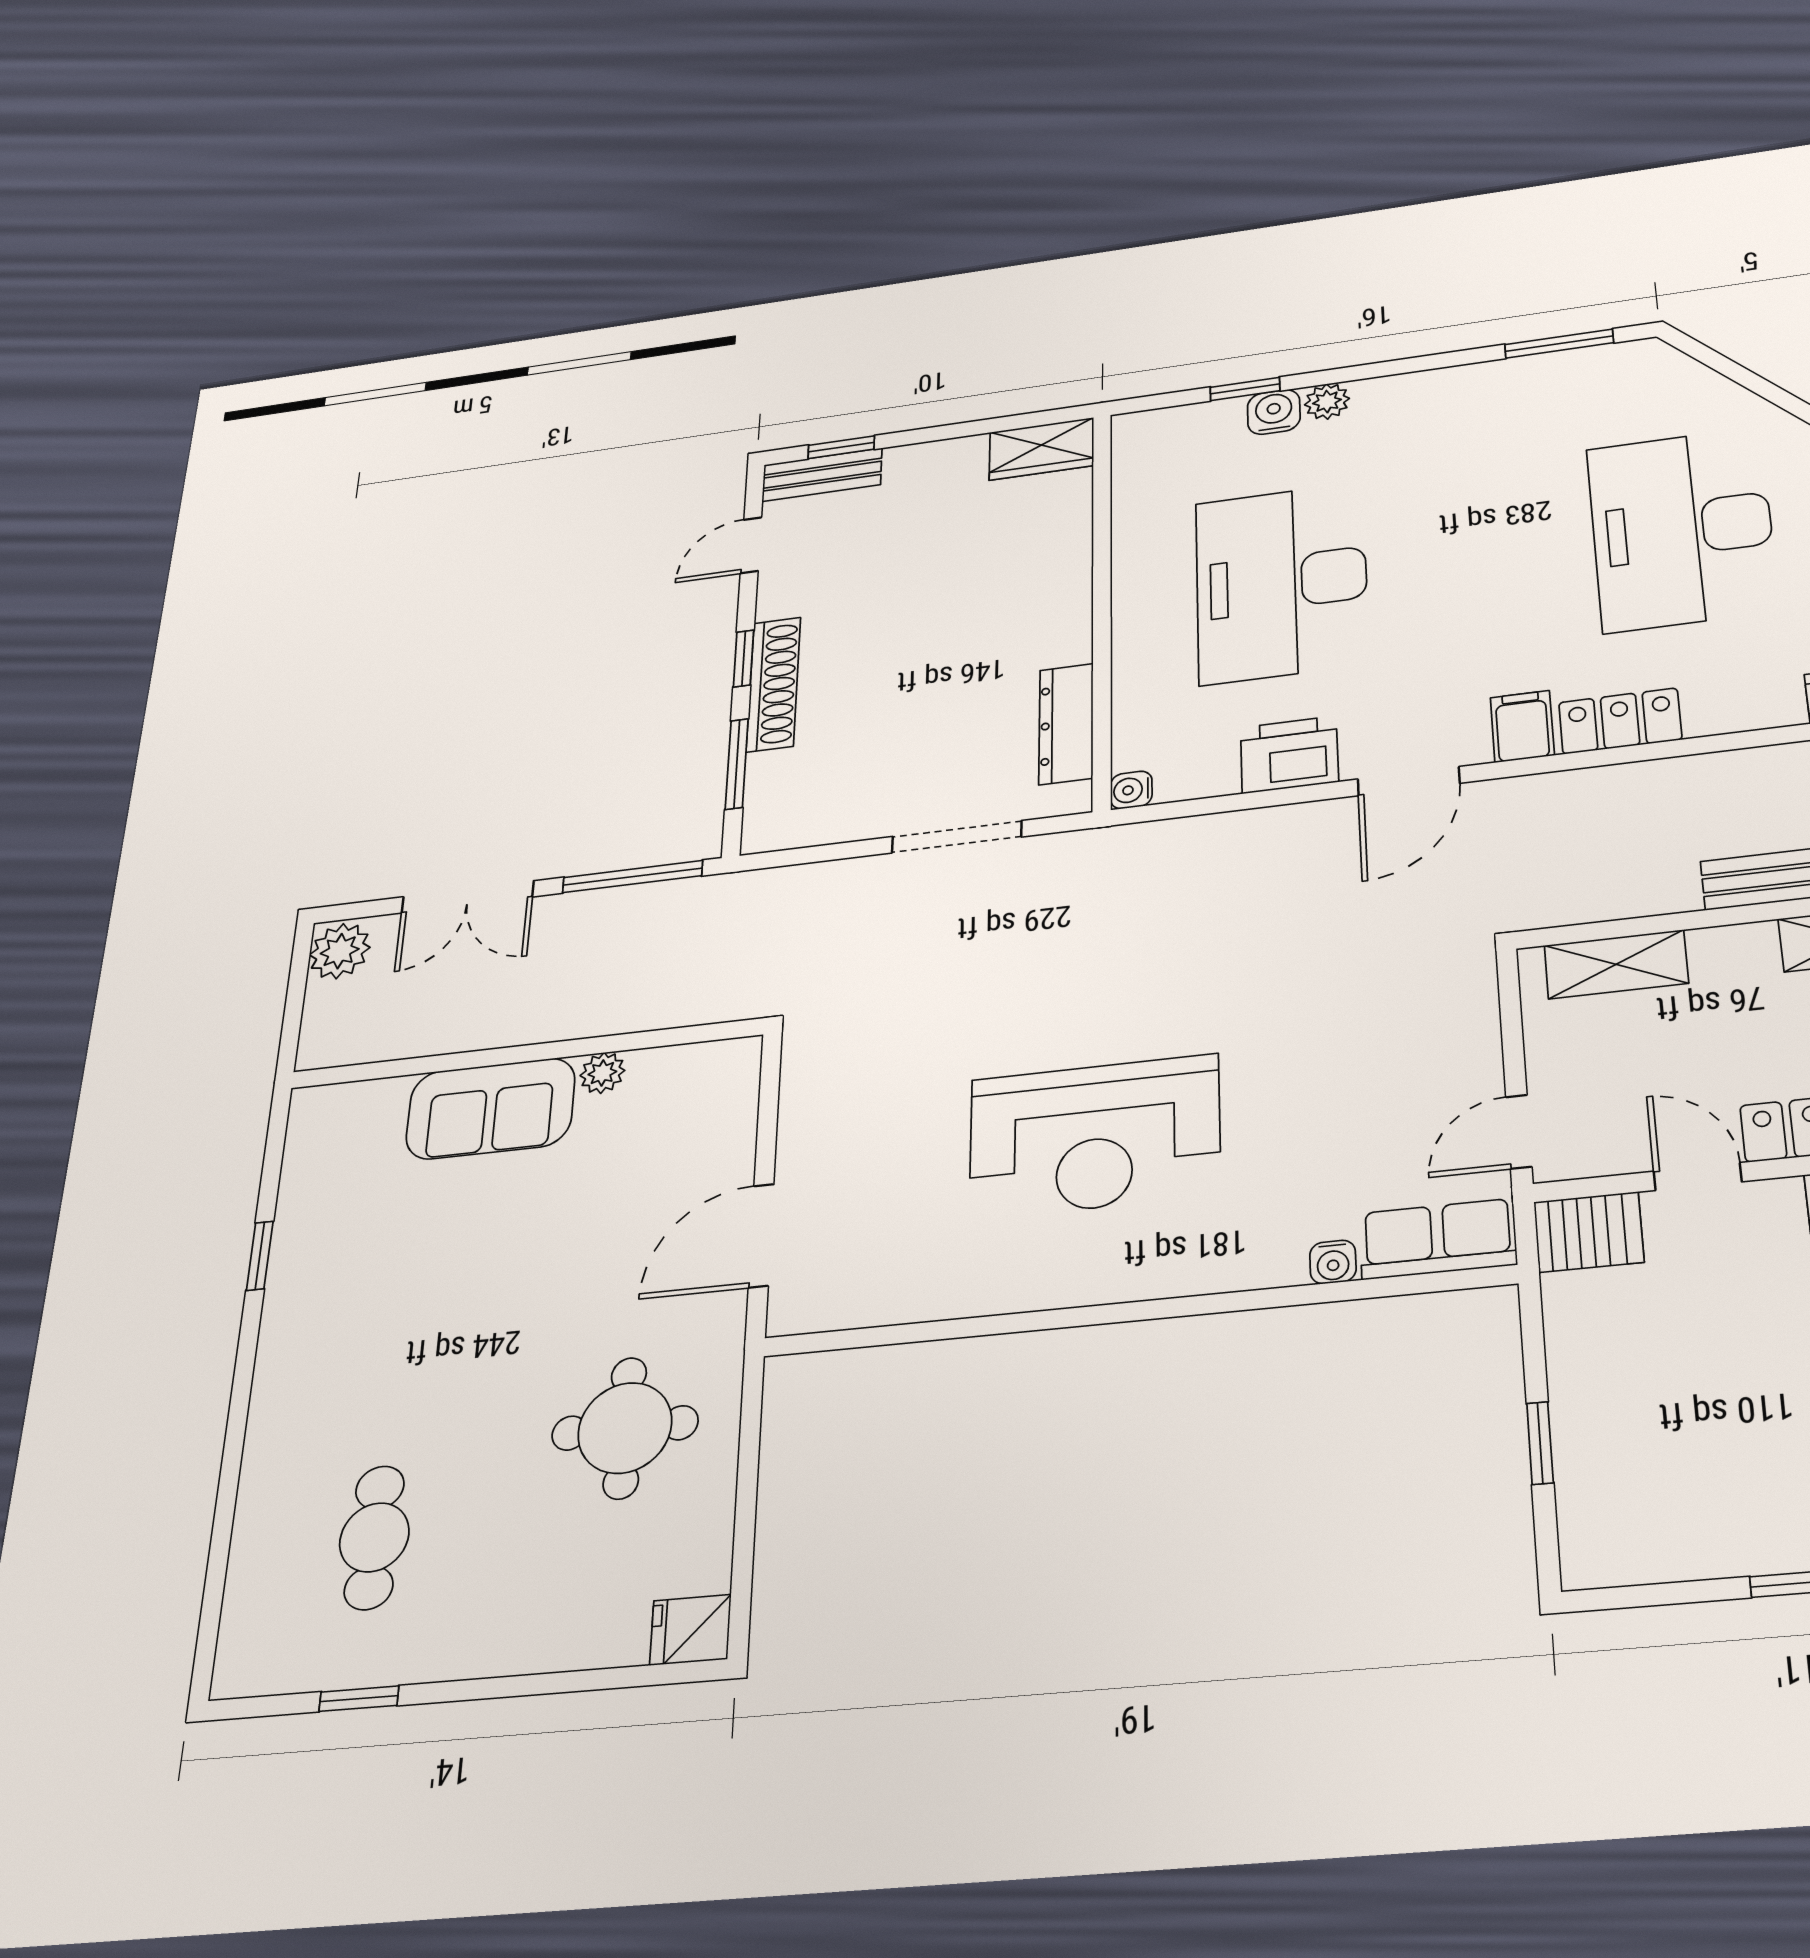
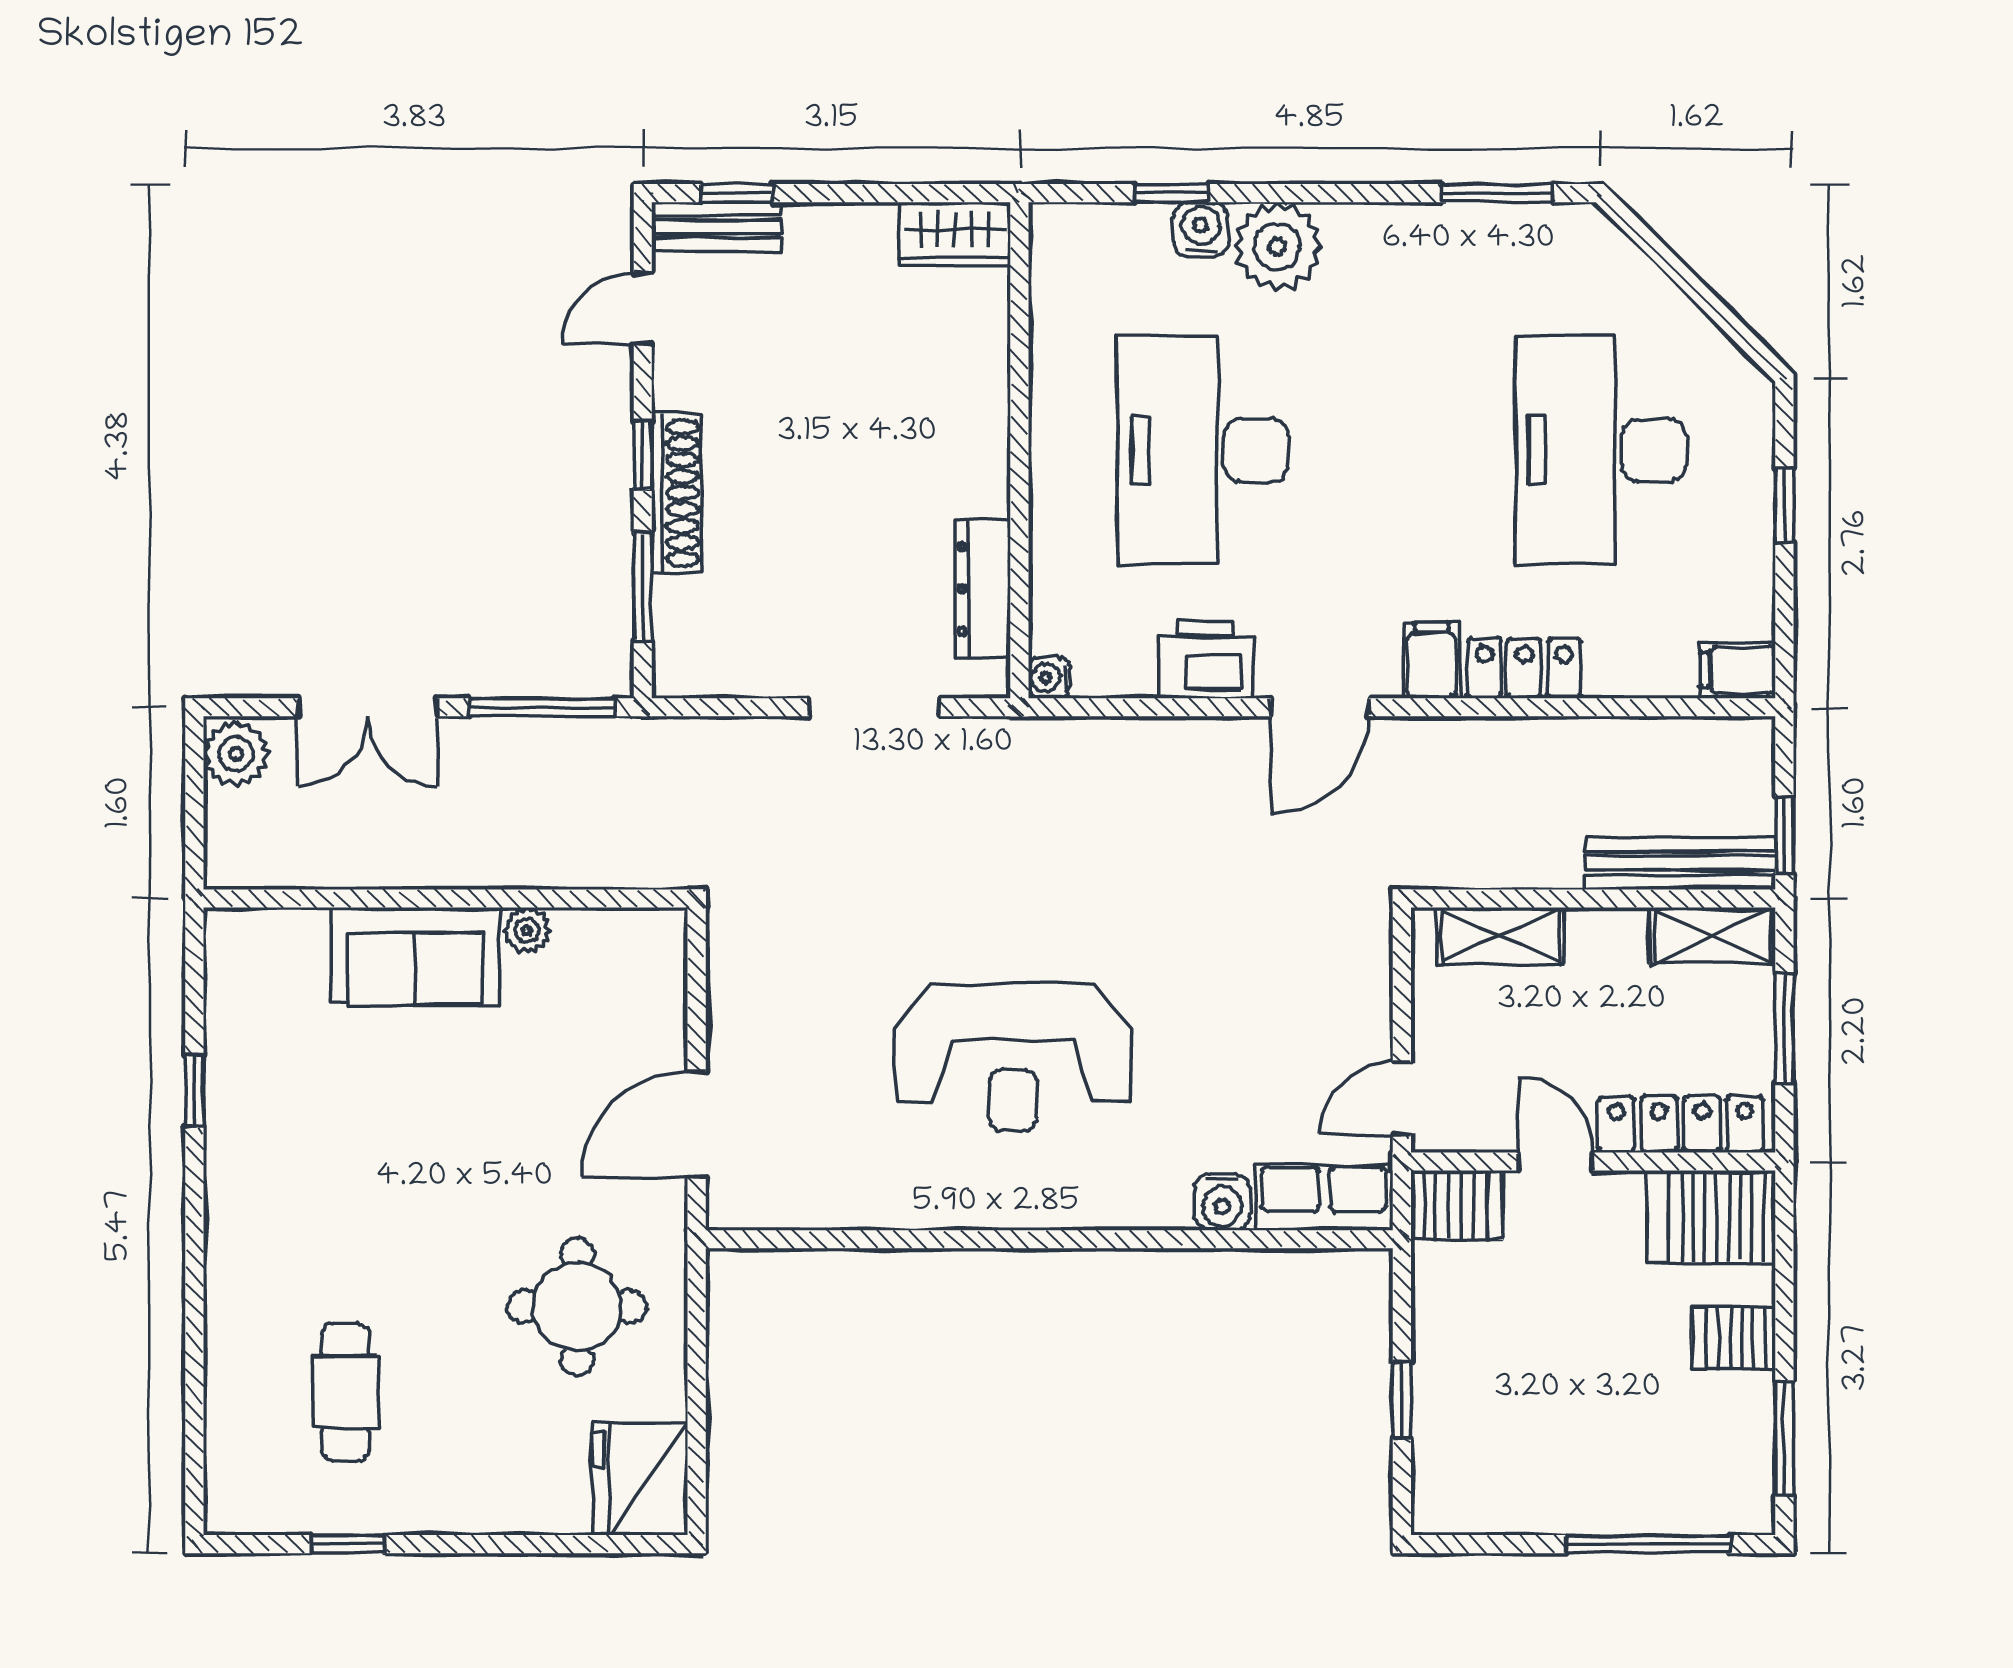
plant: (1327, 402) -> (1277, 246), width x1.88, depth x1.88
water cooler: (1333, 1262) -> (1222, 1202), width x1.38, depth x1.38
fridge: (690, 1630) -> (640, 1479), width x1.88, depth x1.34

